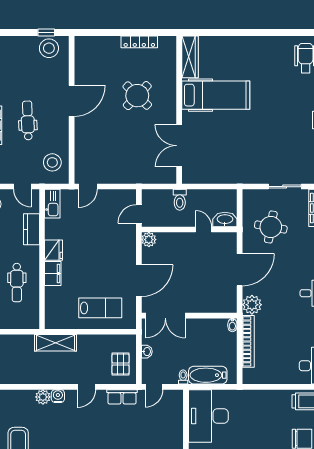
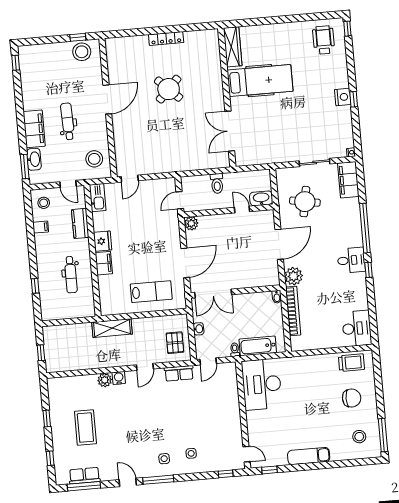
wardrobe: (190, 57) -> (233, 47), moved
hospital bed: (216, 95) -> (260, 81), moved
wall: (179, 110) -> (227, 98), moved
double door: (179, 146) -> (230, 131), moved

